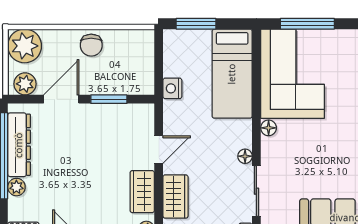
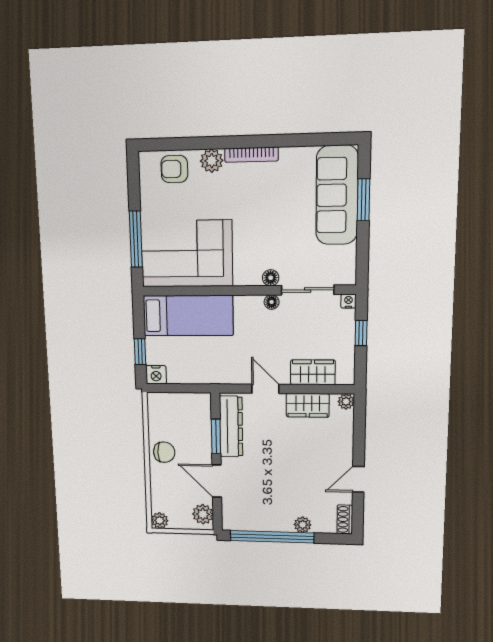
window: (196, 24) -> (140, 352), width x0.67
plant: (25, 46) -> (160, 521), width x0.53, depth x0.53
nightstand: (172, 88) -> (156, 375), moved
floor lamp: (269, 128) -> (271, 278), moved
dresser: (19, 145) -> (231, 426), moved, turned 90

